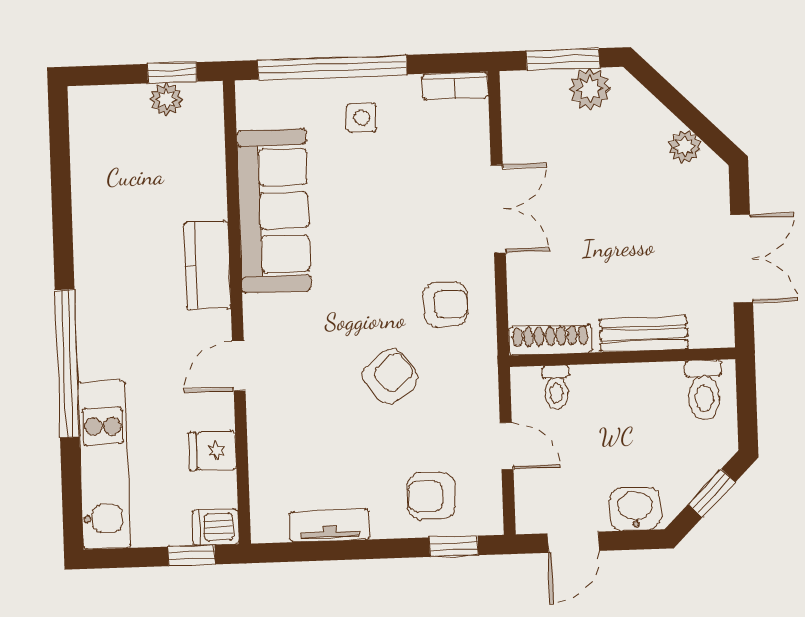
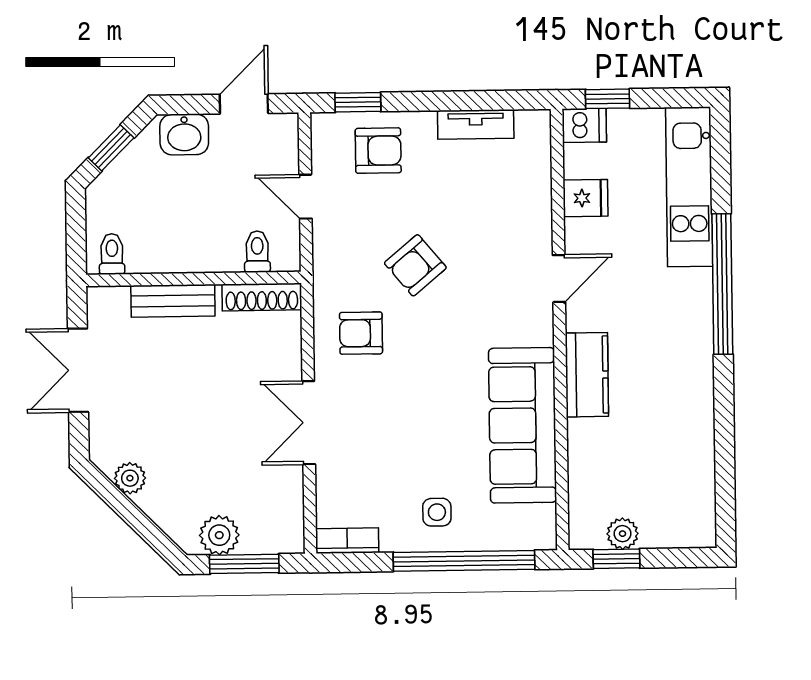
toilet: (704, 390) -> (112, 254), width x0.73, depth x0.72

